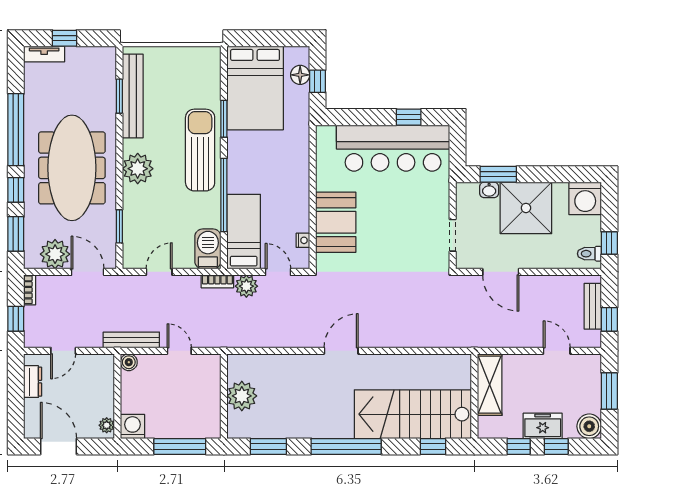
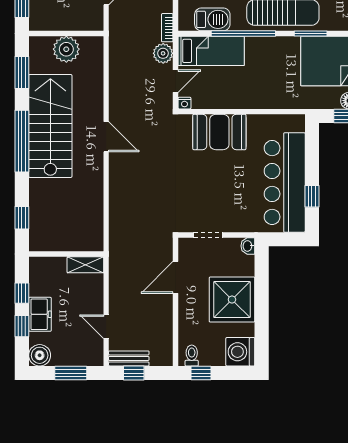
window: (498, 174) -> (262, 275), removed
washbasin: (489, 190) -> (248, 246), moved
nightstand: (303, 240) -> (184, 103), moved
barbecue: (208, 249) -> (212, 19), moved
bench: (593, 306) -> (129, 358), moved
door: (557, 351) -> (106, 327), swing flipped
shelving: (490, 385) -> (85, 265), width x0.67, depth x0.75
stairs: (413, 414) -> (50, 126), moved

